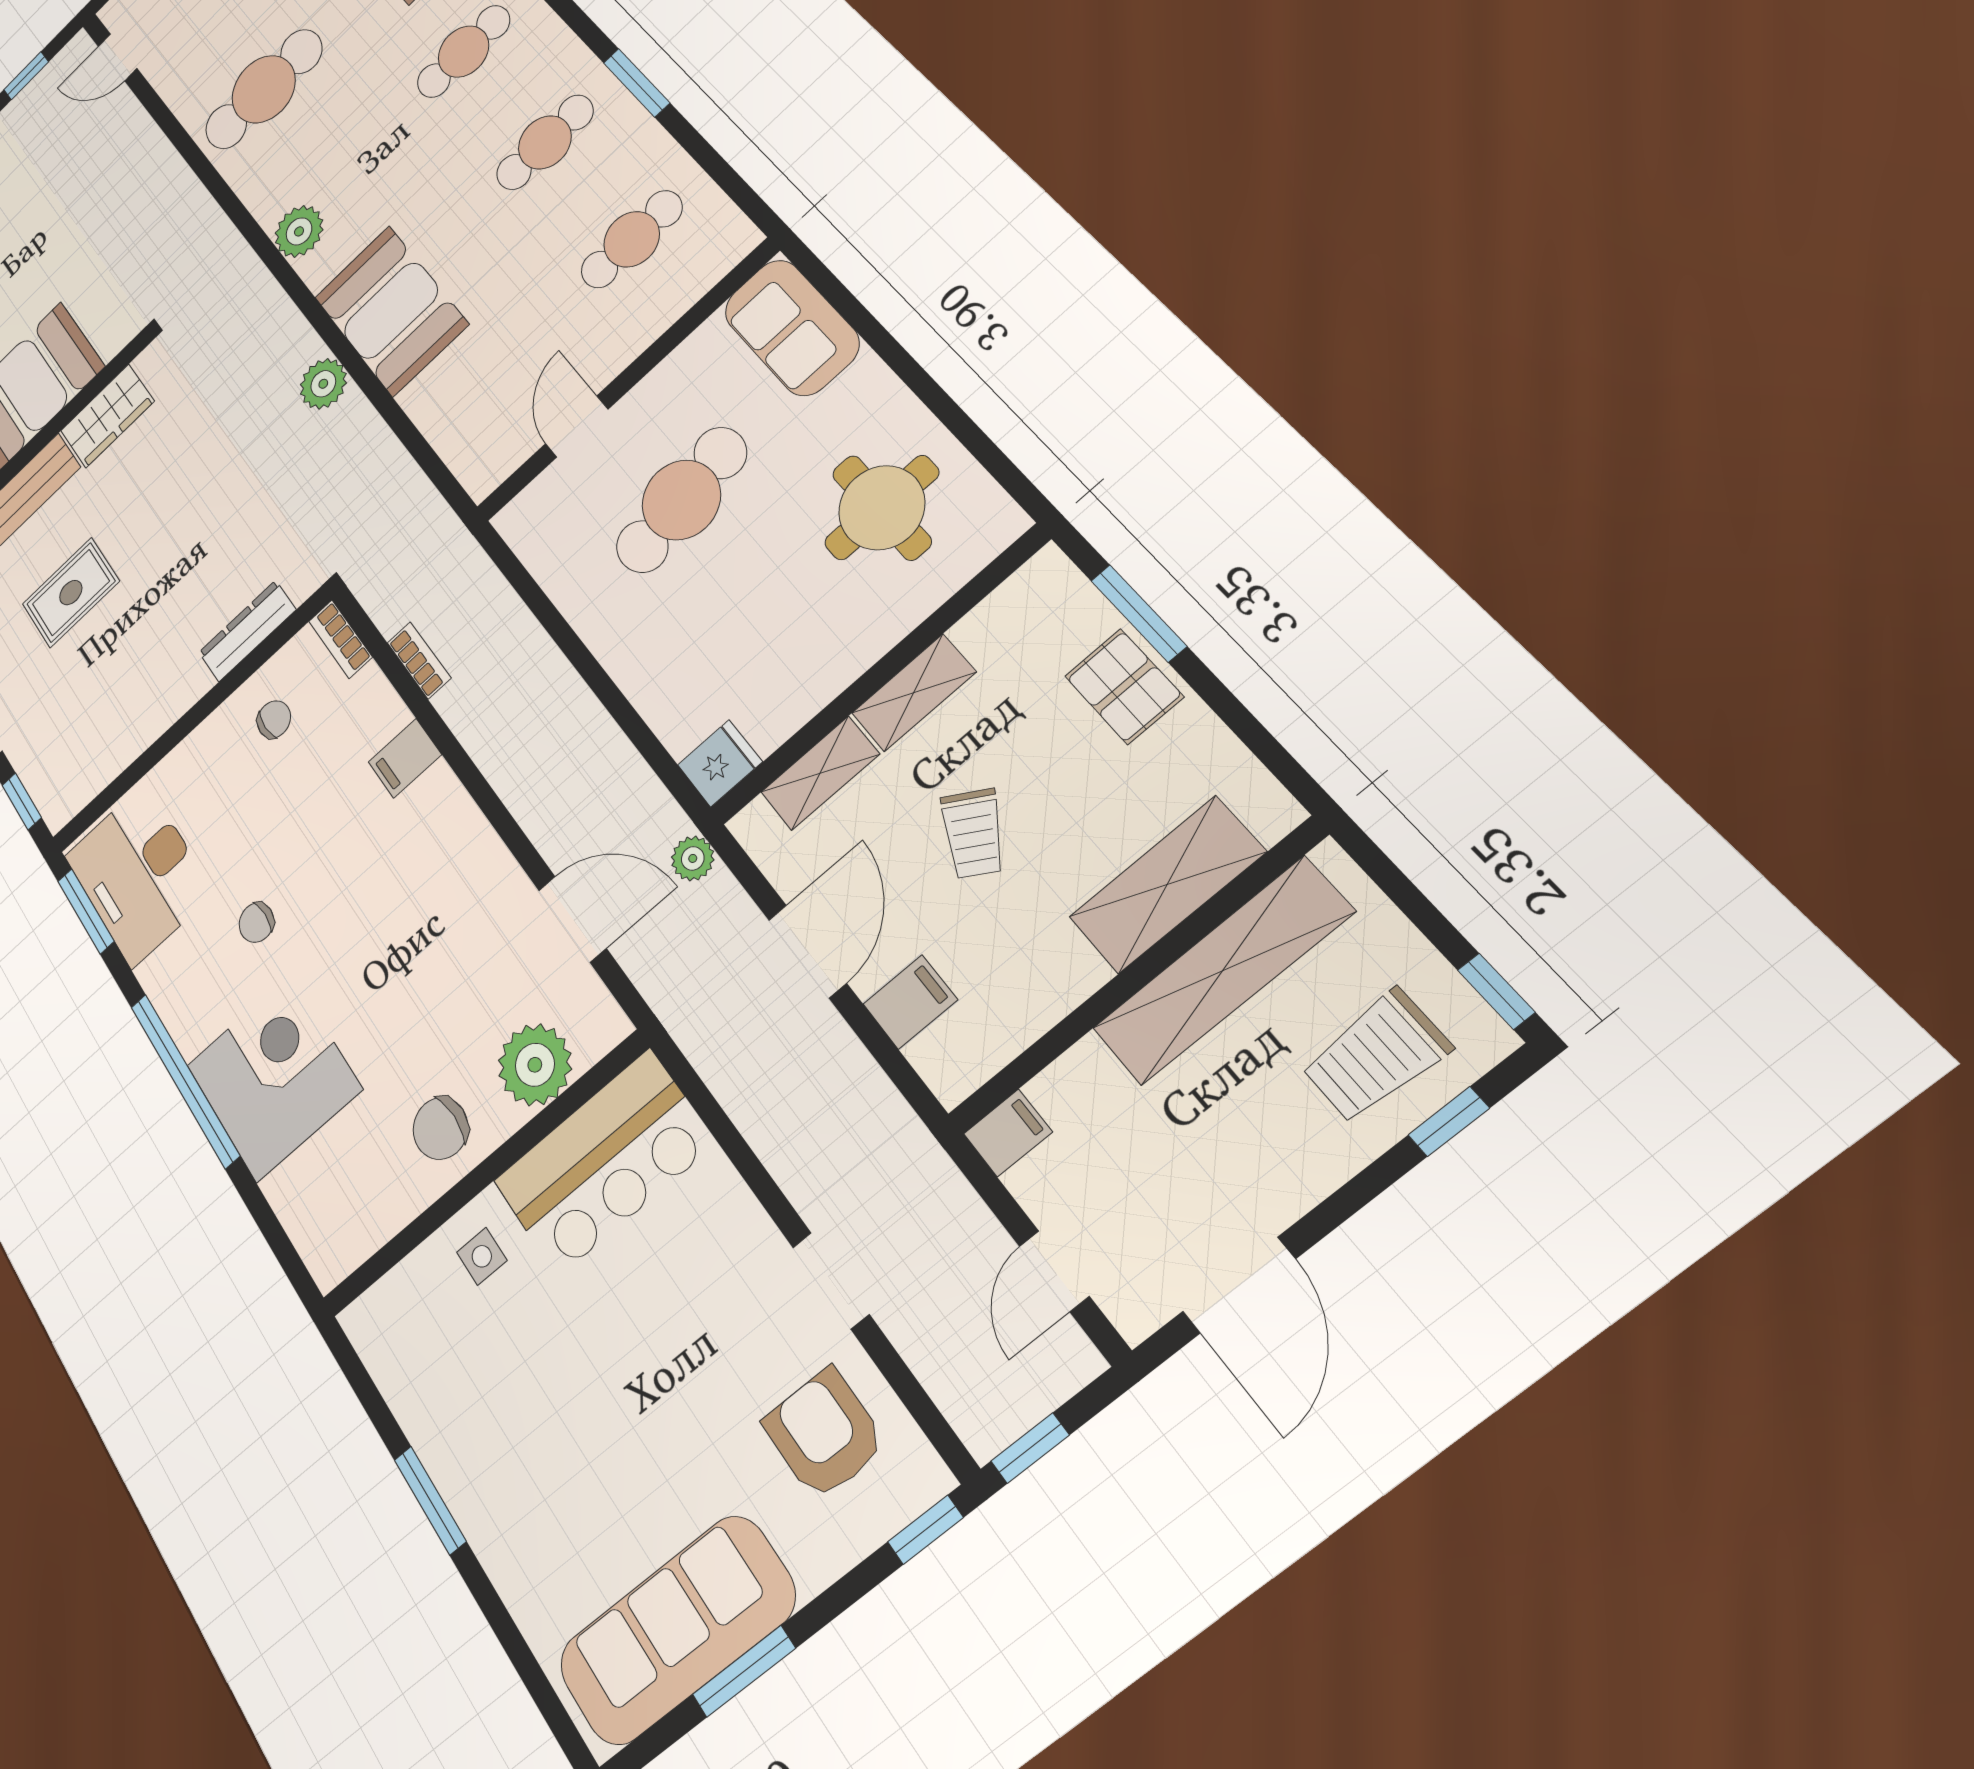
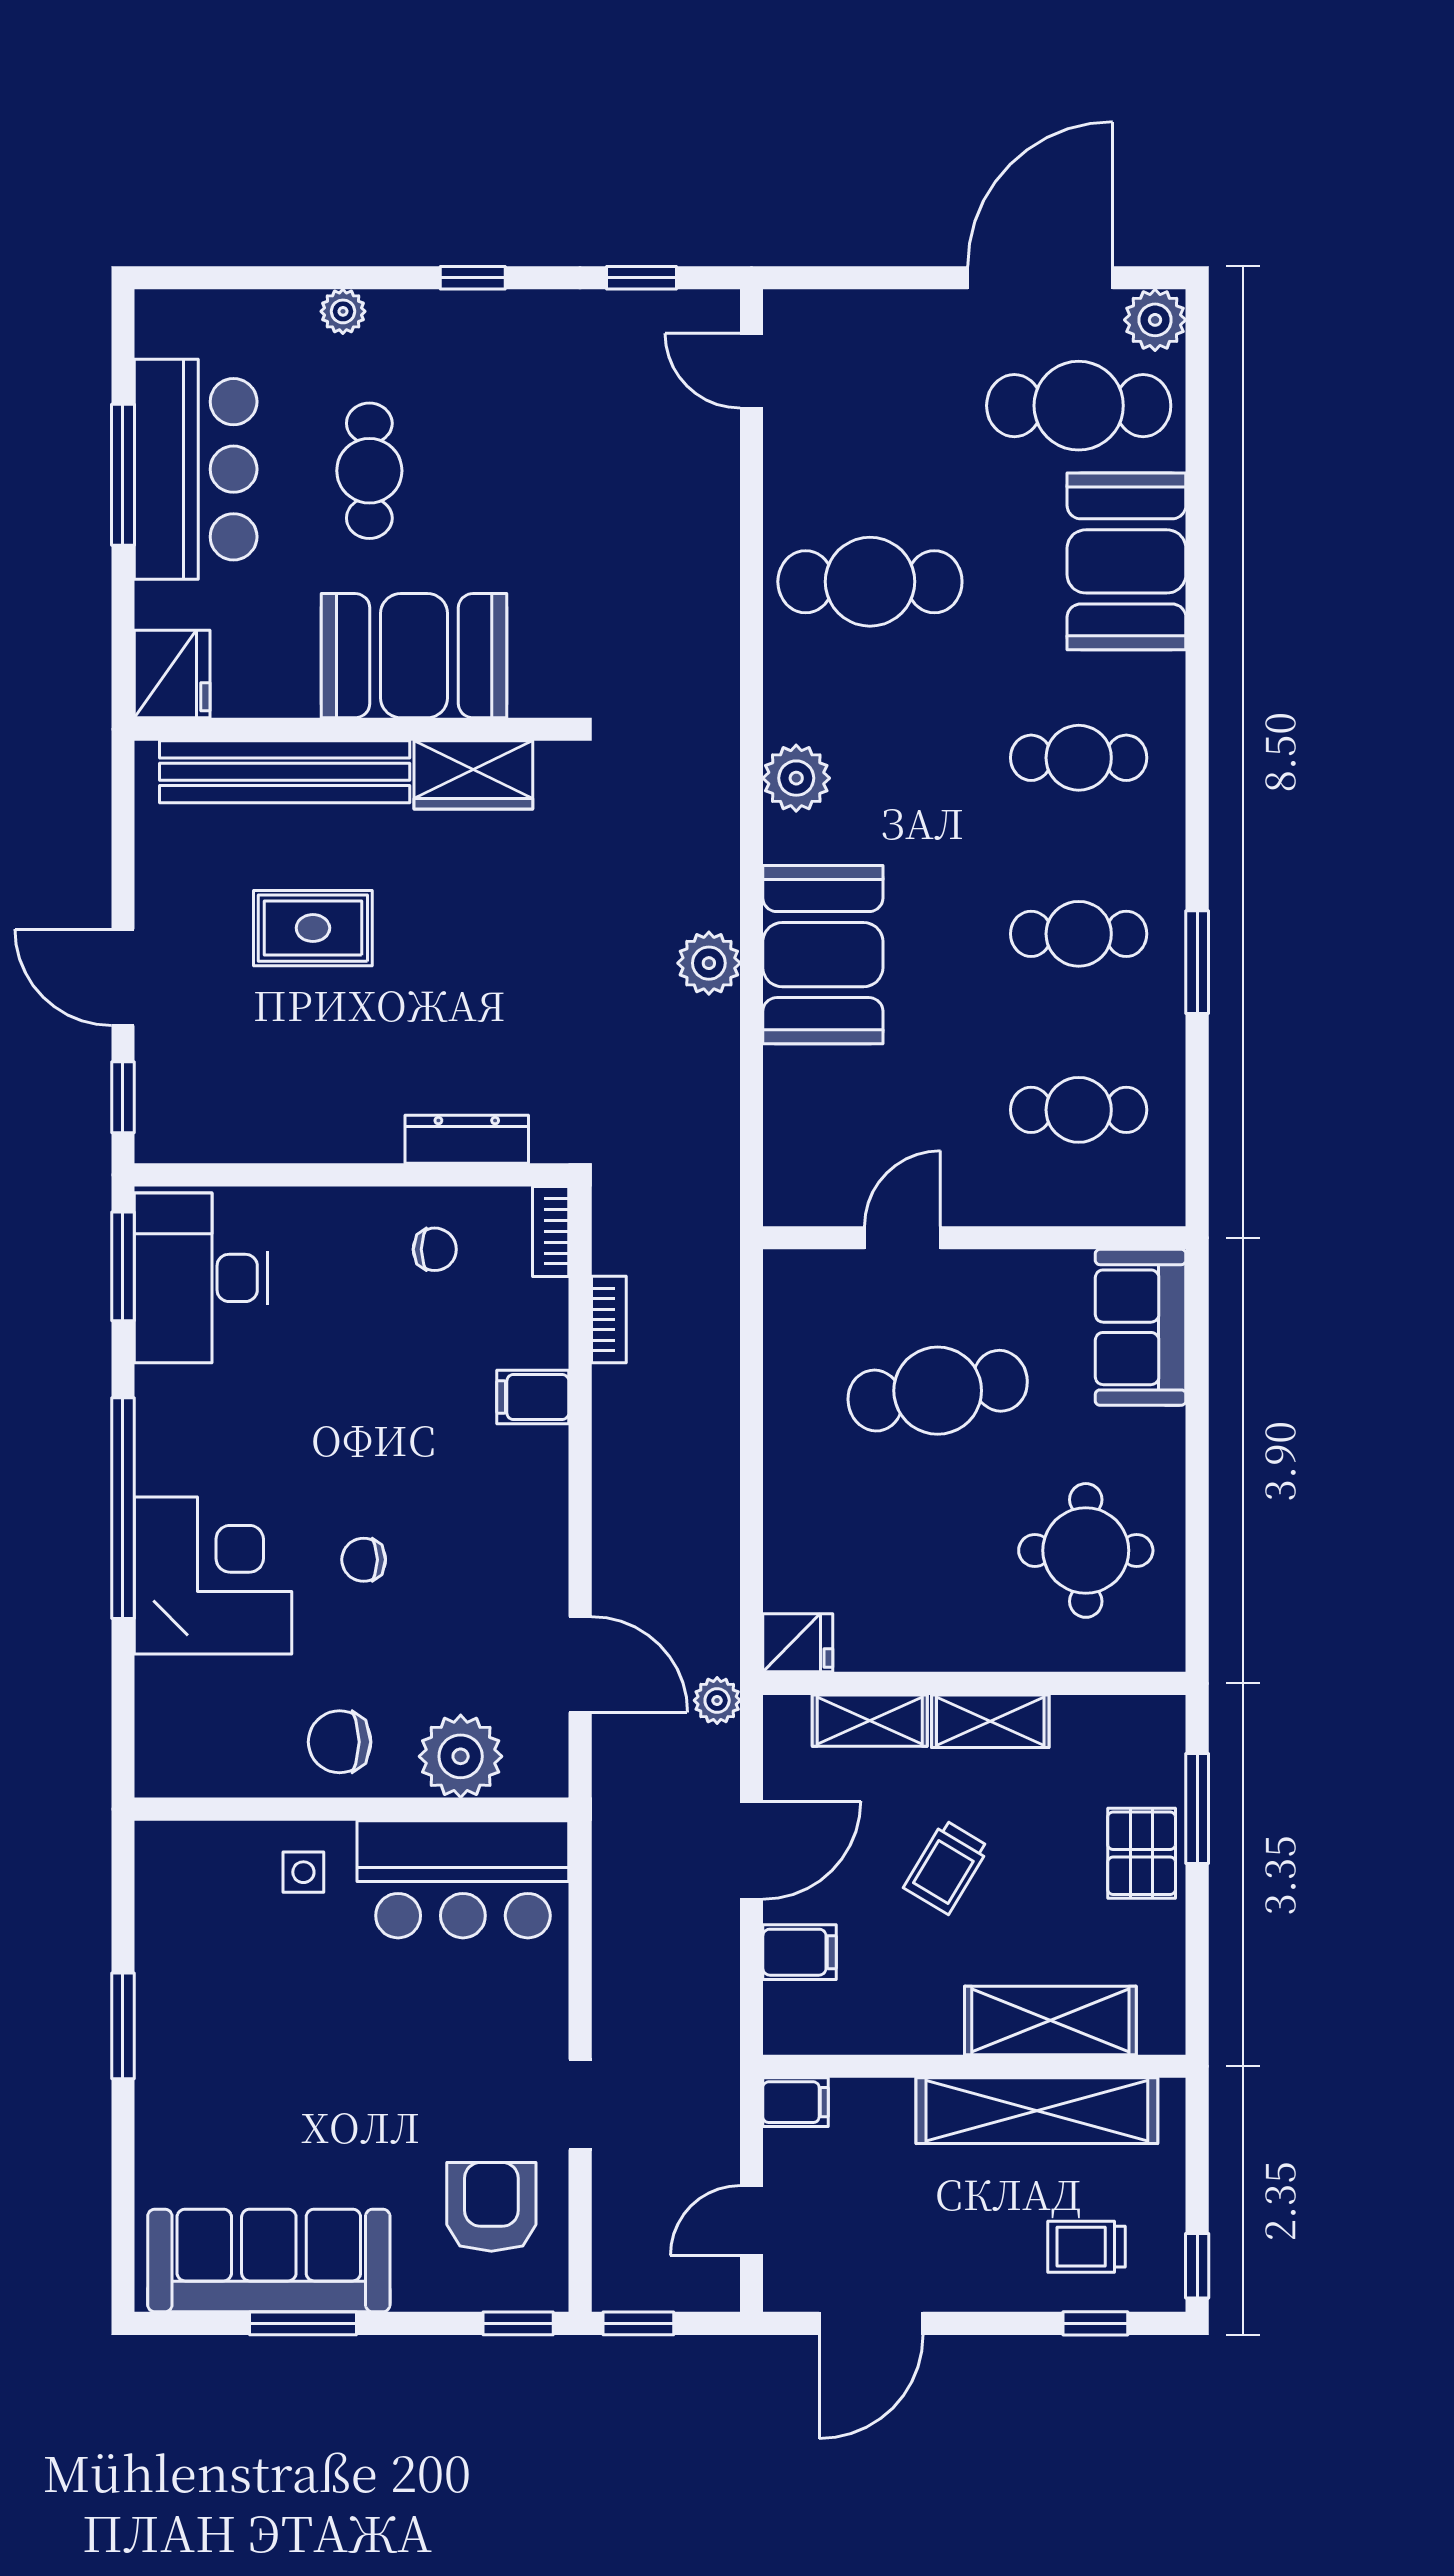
chair: (256, 923) -> (364, 1560), moved
trolley: (1376, 1056) -> (1086, 2247), width x0.73, depth x0.72

